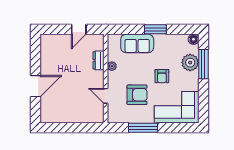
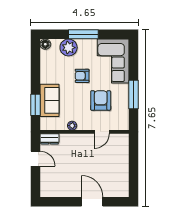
window: (155, 29) -> (35, 105), moved
dresser: (99, 60) -> (49, 139), moved
window: (203, 64) -> (83, 34), moved
armchair: (162, 76) -> (82, 76), turned 180

